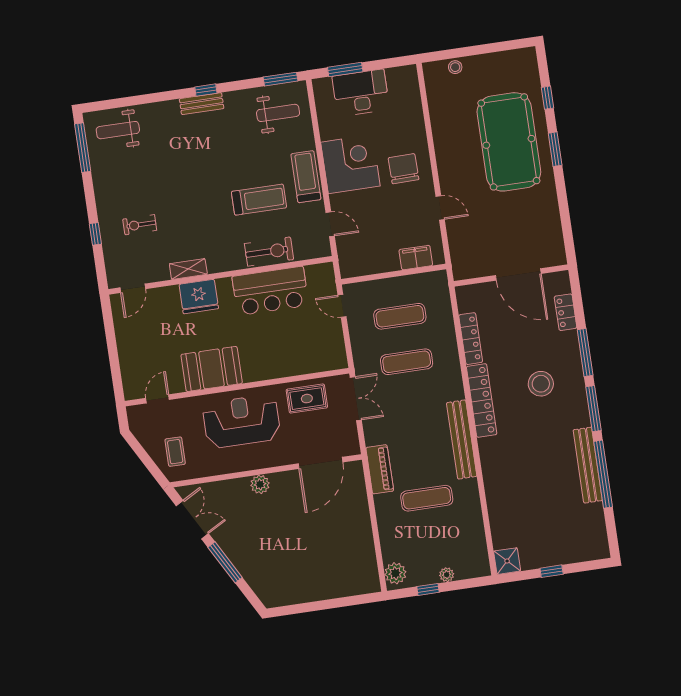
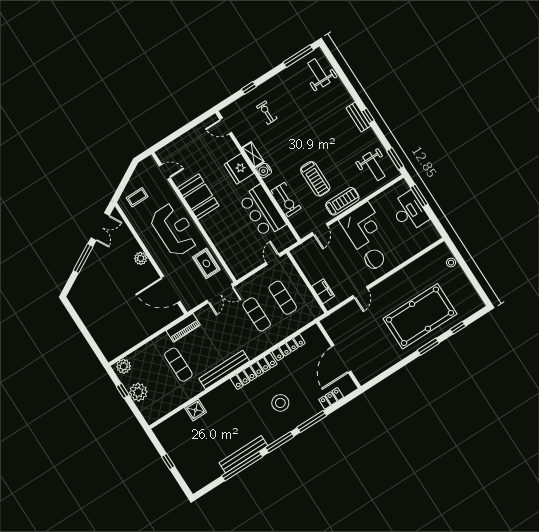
water cooler: (217, 264) -> (264, 171), added
shower: (507, 561) -> (196, 410), moved
plant: (447, 575) -> (138, 392), width x1.87, depth x1.87

